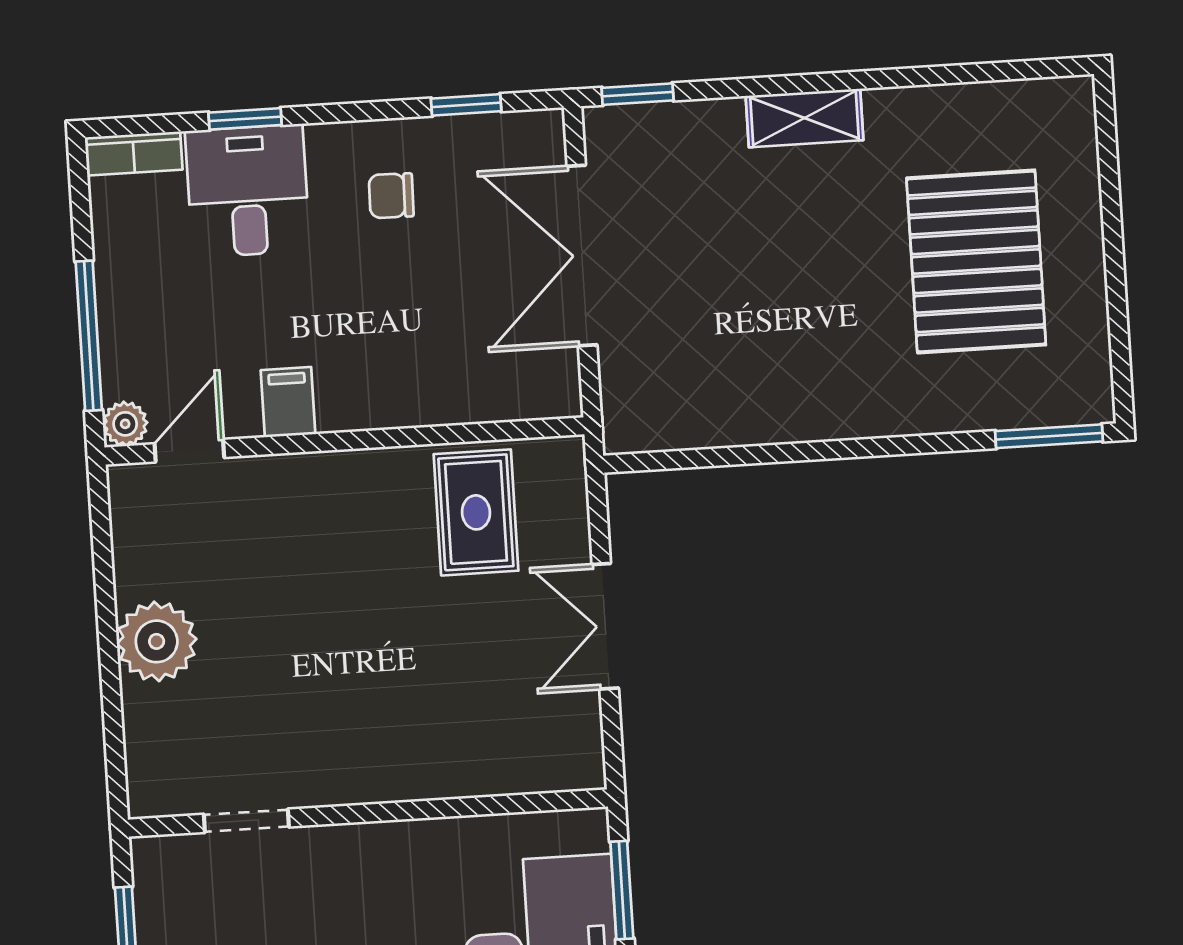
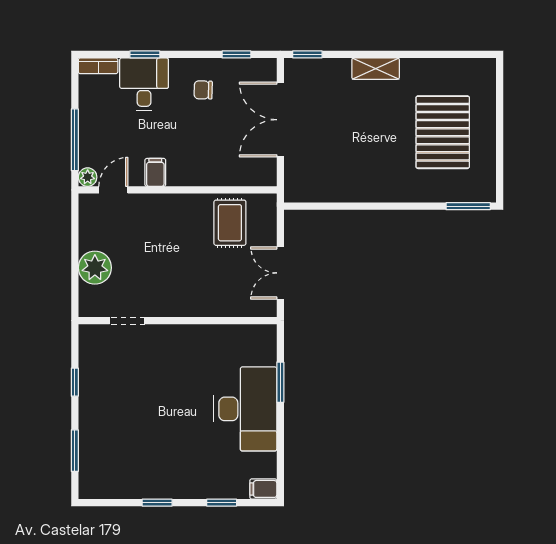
wall: (368, 813) -> (178, 321), moved
doorway: (246, 821) -> (127, 321), moved

